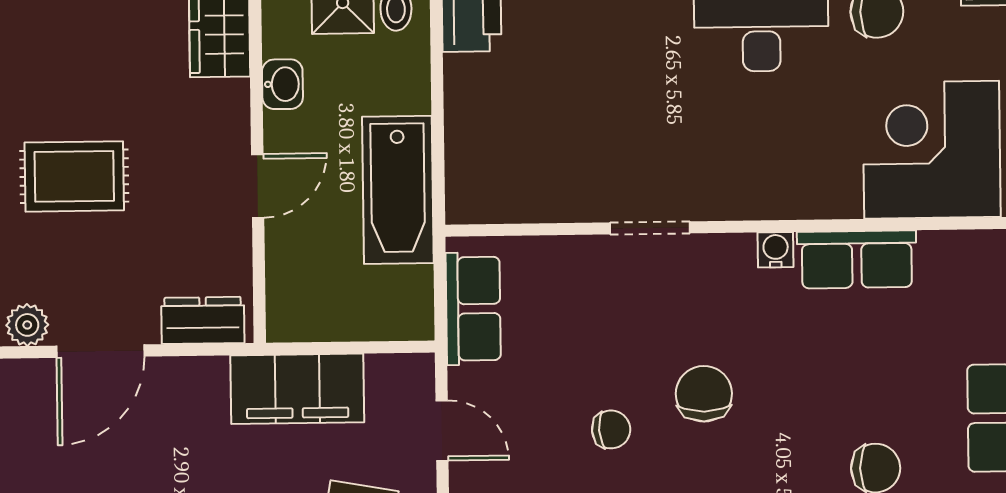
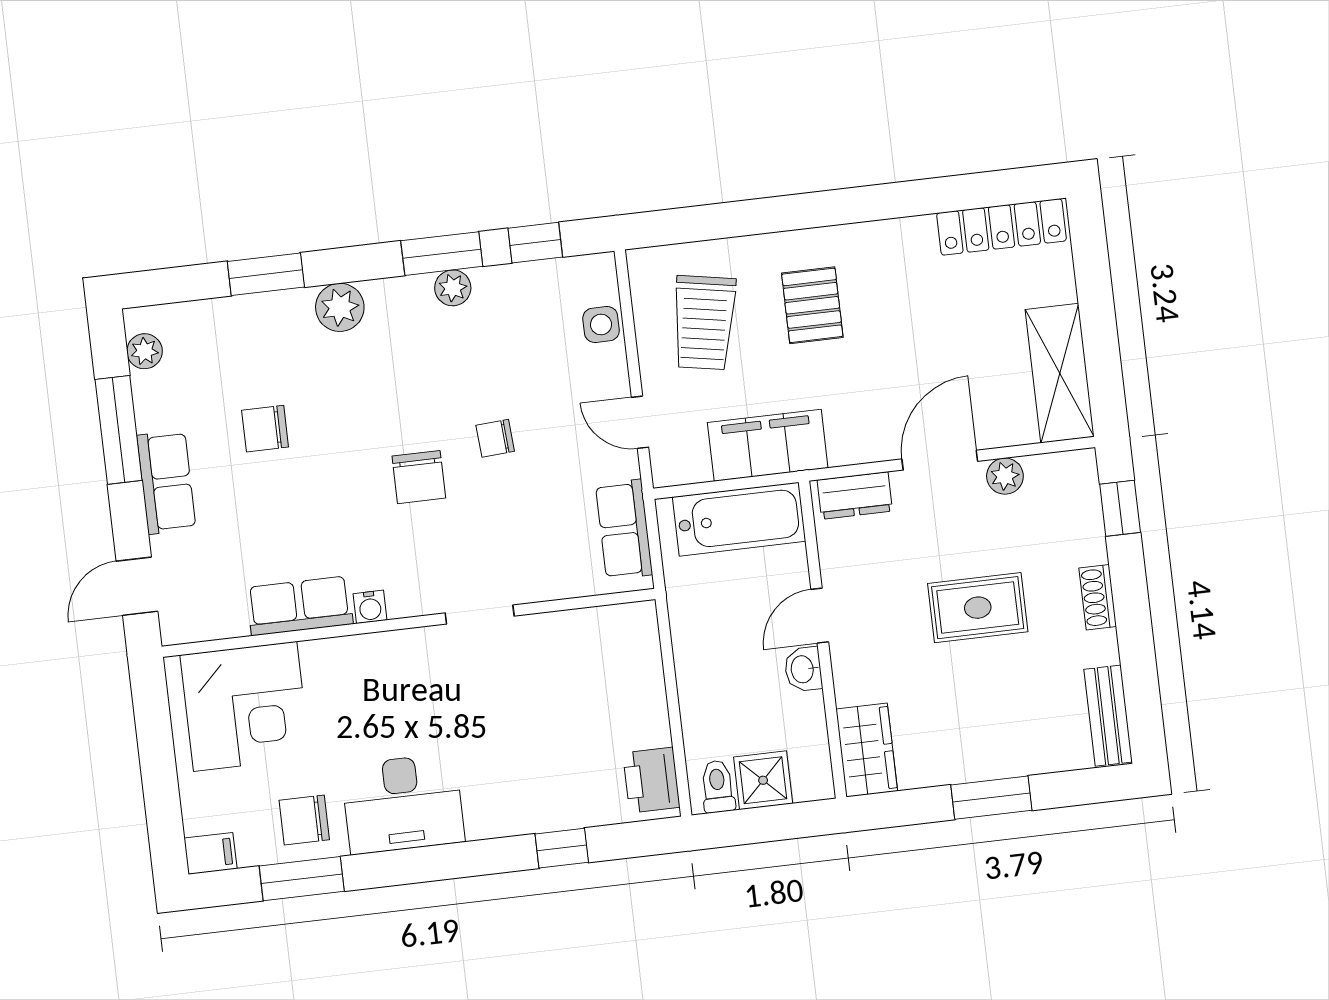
washbasin: (282, 84) -> (803, 669), moved
bathtub: (398, 190) -> (739, 519), moved, turned 90

